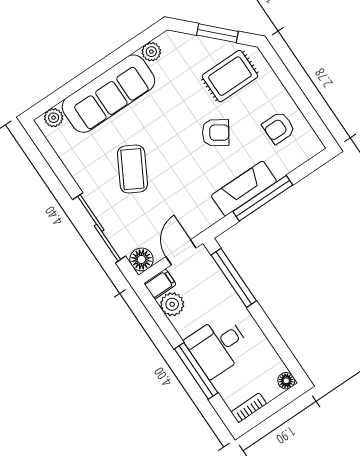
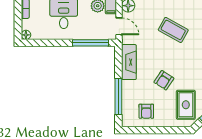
armchair: (279, 128) -> (146, 111), turned 180
fireplace: (244, 188) -> (129, 62), moved
window: (263, 198) -> (118, 96), moved

